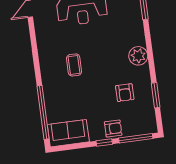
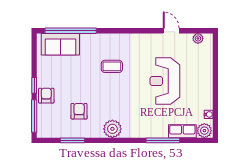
armchair: (125, 93) -> (79, 111), turned 90
armchair: (113, 129) -> (46, 96), turned 180
sofa: (68, 133) -> (60, 44), moved, turned 90

